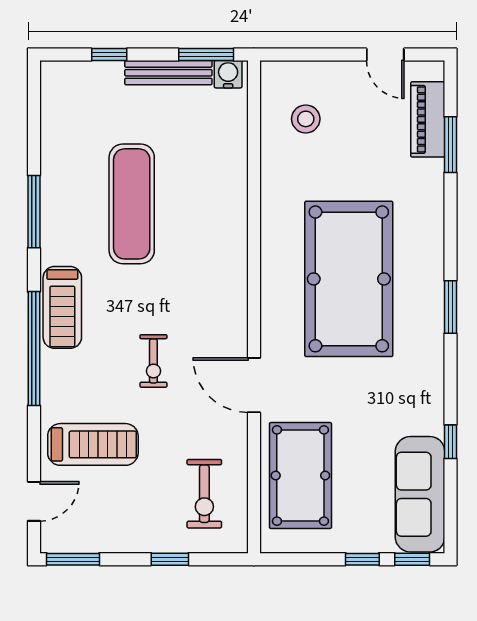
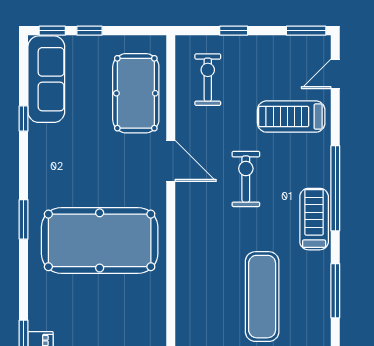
pool table: (349, 279) -> (100, 240), turned 90
exercise bike: (153, 361) -> (246, 179), width x1.38, depth x1.39

